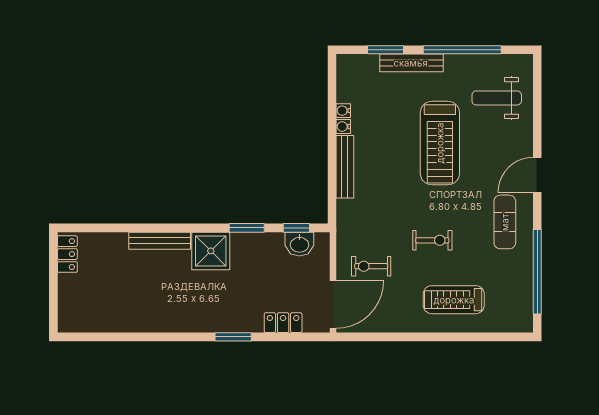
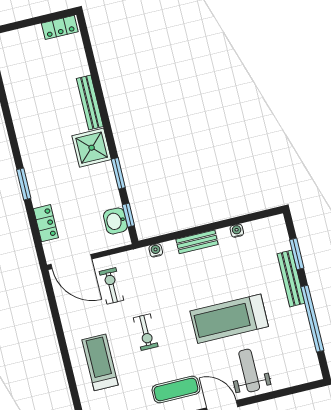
weight bench: (497, 98) -> (249, 370), moved
water cooler: (343, 127) -> (156, 250), moved
bench: (345, 167) -> (197, 242), width x0.73

